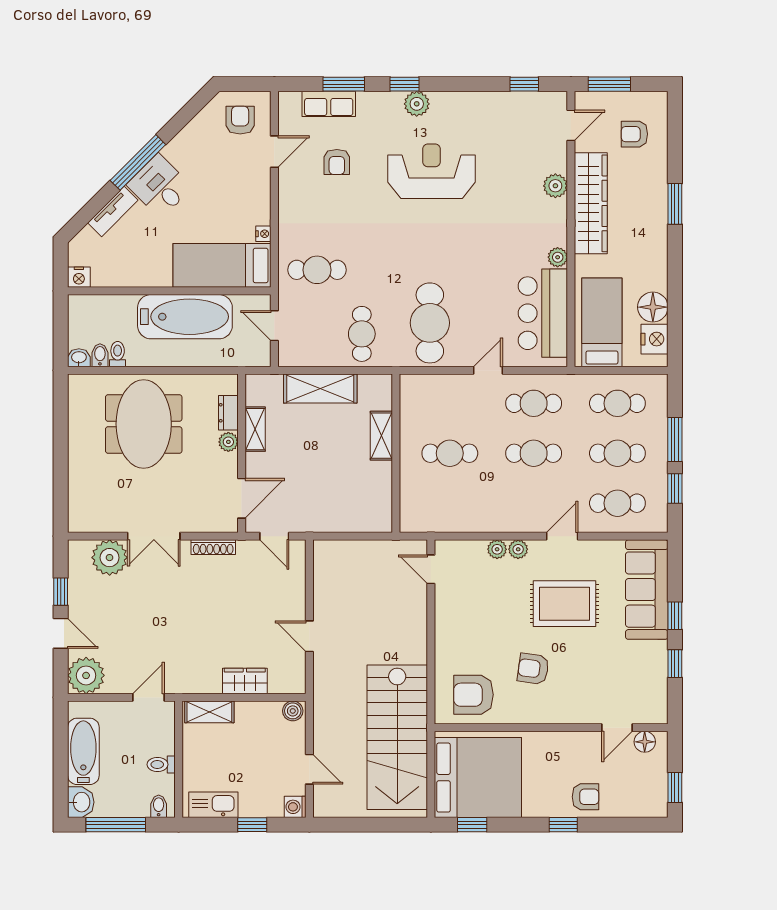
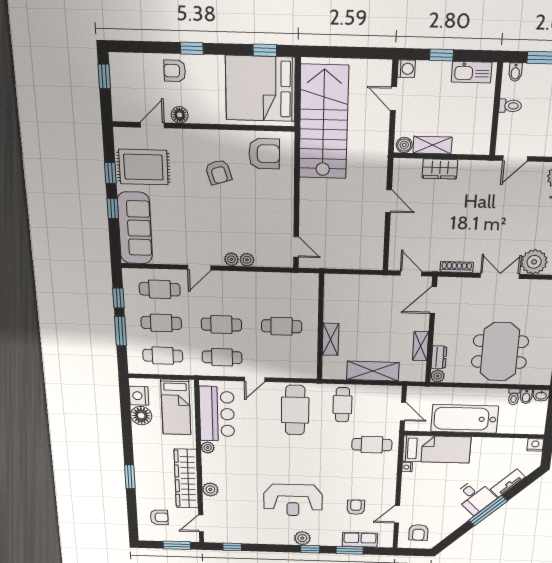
plant: (228, 442) -> (438, 376), moved
rug: (564, 604) -> (143, 167), moved
armchair: (533, 669) -> (219, 172), turned 65
shelving: (209, 712) -> (433, 145), moved
floor lamp: (645, 742) -> (180, 115), moved

